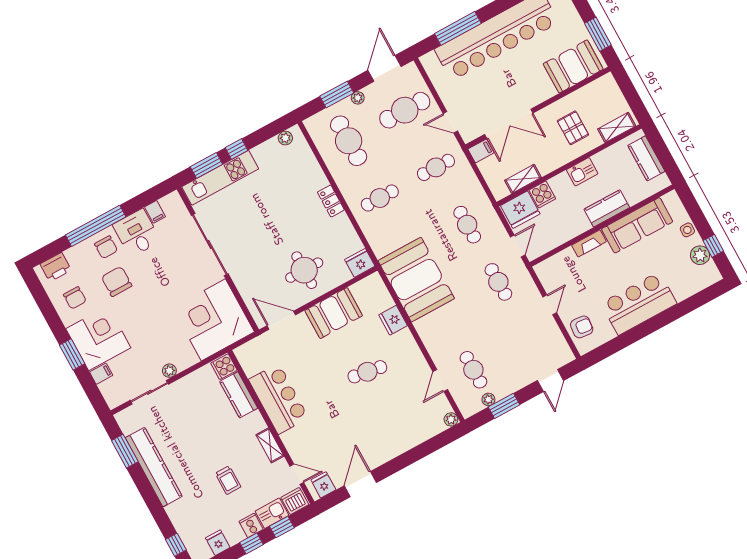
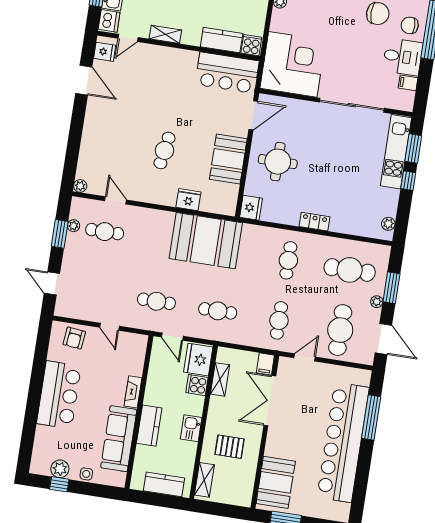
bar counter: (278, 399) -> (227, 73), moved

